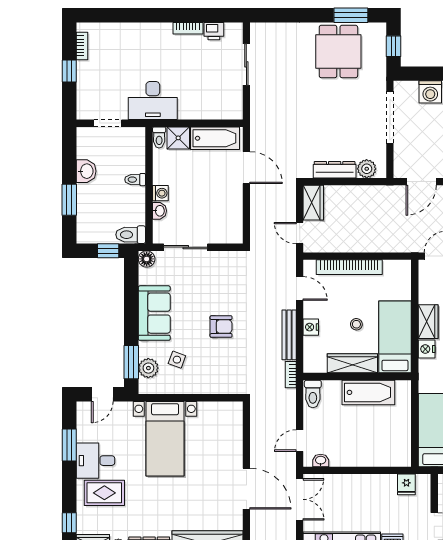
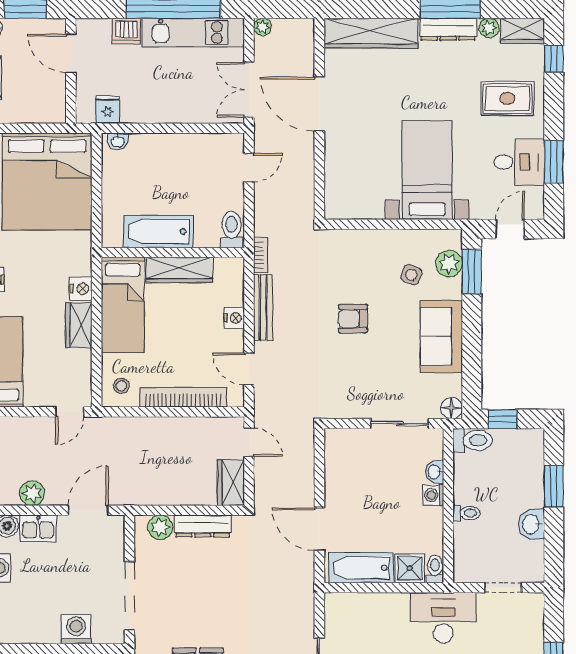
stool: (356, 324) -> (121, 386), moved
desk: (95, 461) -> (519, 162), moved
washbasin: (321, 461) -> (118, 141), moved

